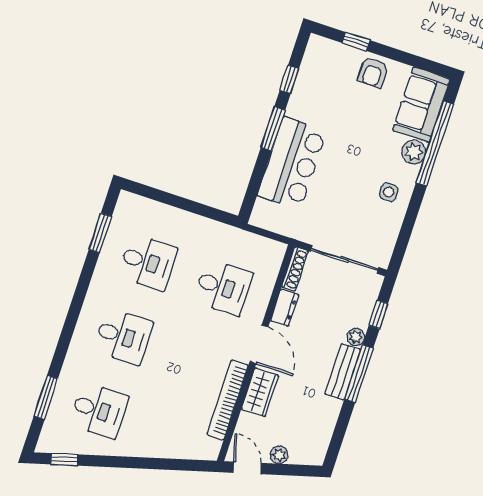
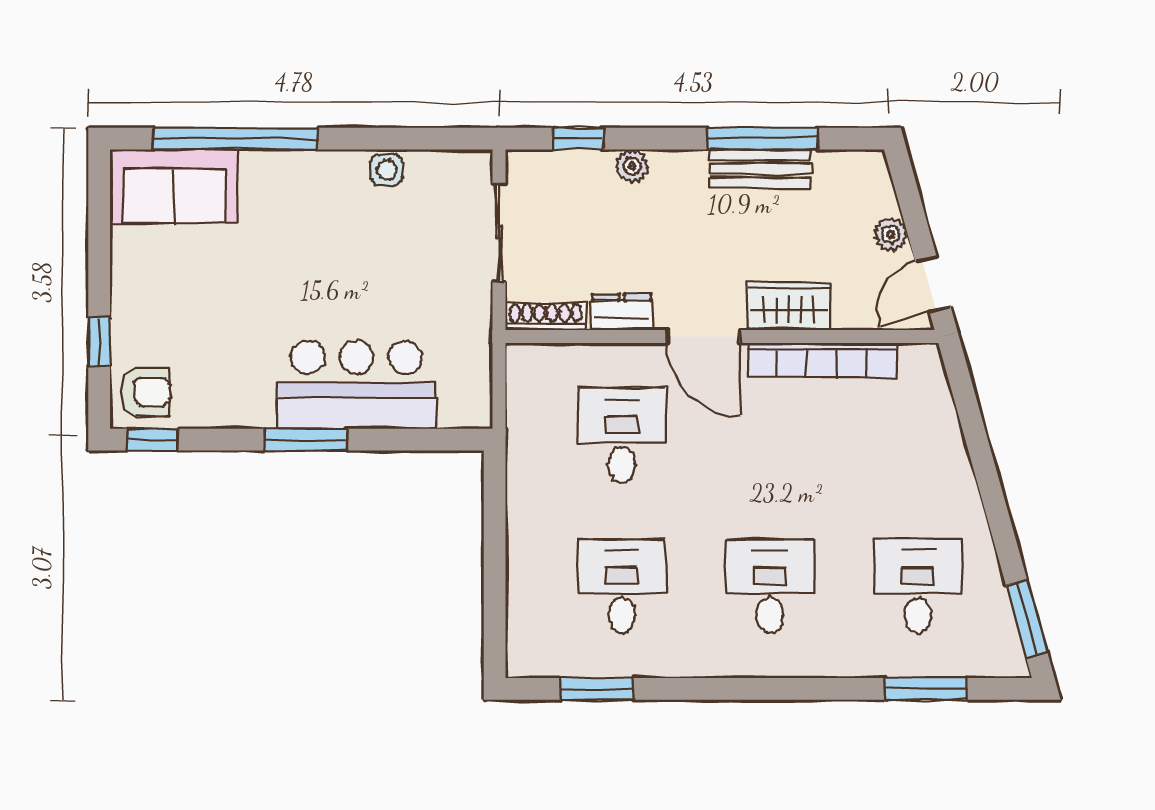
armchair: (373, 72) -> (145, 392), moved
window: (289, 79) -> (152, 440), moved
plant: (414, 152) -> (264, 172), removed
side table: (389, 192) -> (387, 170), moved
sliding door: (345, 259) -> (499, 233), width x0.73
door: (259, 344) -> (703, 336), swing flipped
bench: (343, 372) -> (760, 169), moved
window: (359, 374) -> (763, 139), moved
window: (64, 459) -> (1027, 619), width x1.50

